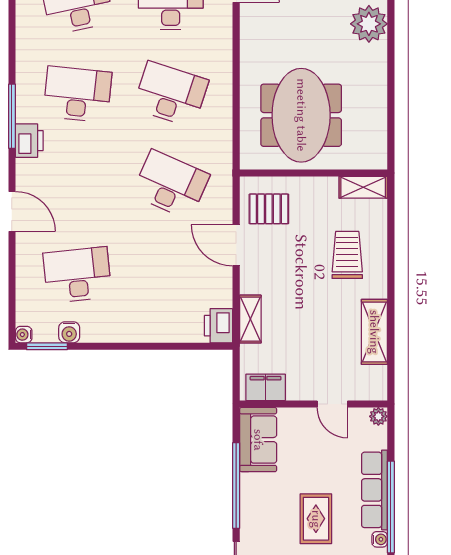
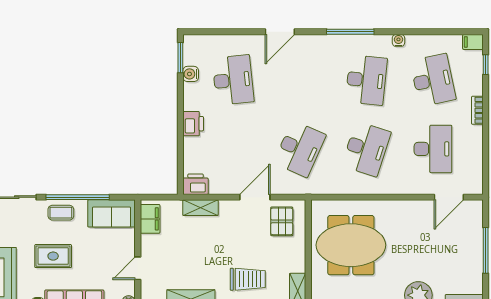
printer: (29, 141) -> (193, 124), moved, turned -90
water cooler: (24, 335) -> (398, 40), moved
coffee table: (257, 508) -> (61, 213), added

